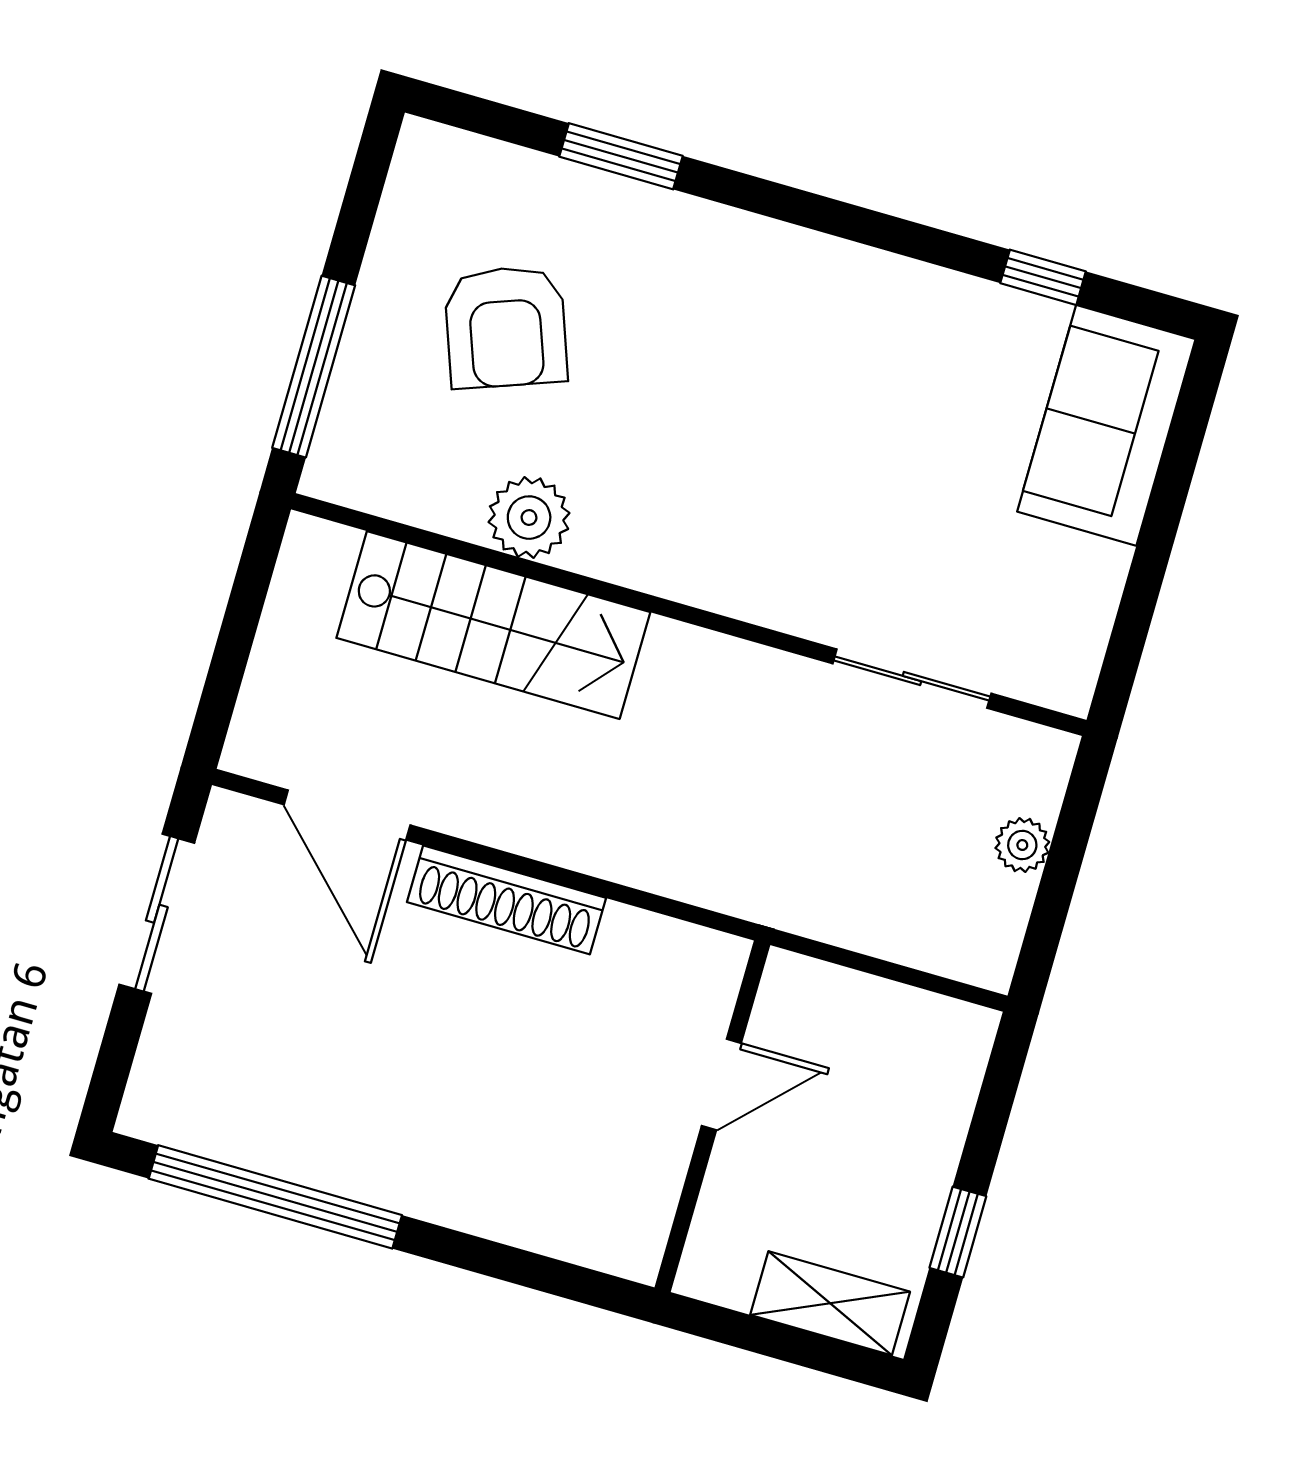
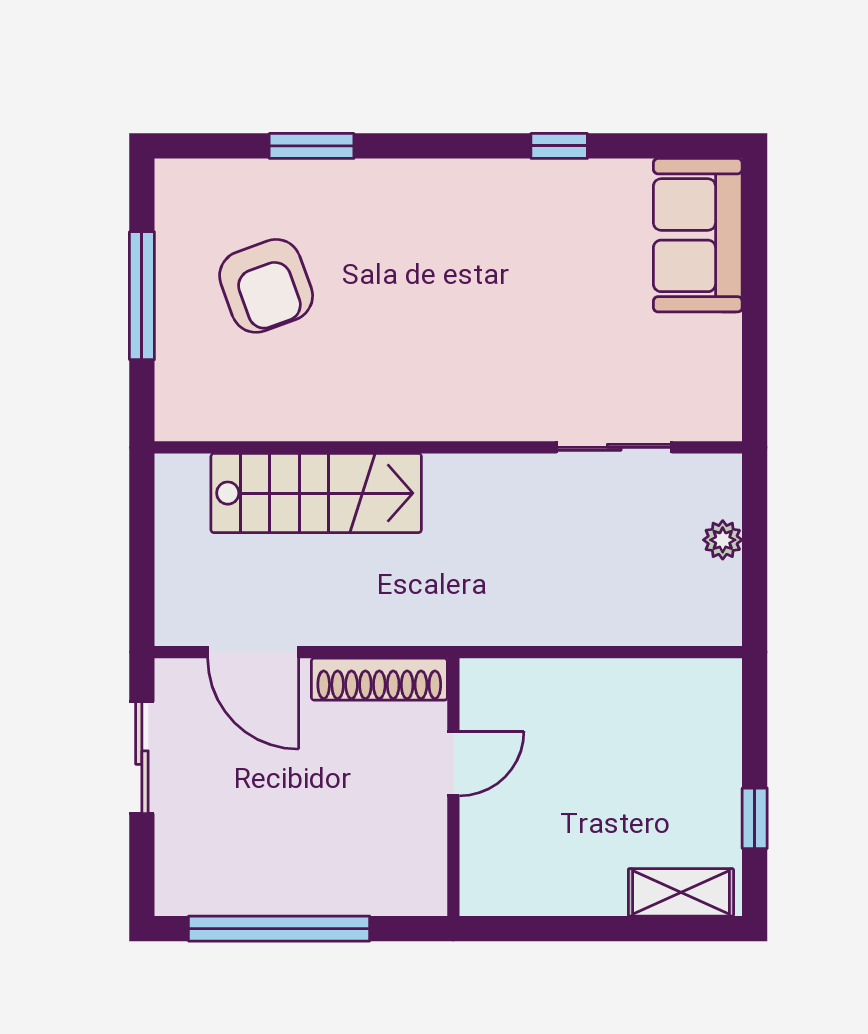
window: (1043, 277) -> (559, 146), moved
window: (314, 367) -> (142, 296), moved
plant: (529, 518) -> (320, 412), removed
door: (721, 1084) -> (453, 764), moved
wall: (712, 1116) -> (453, 787), moved

